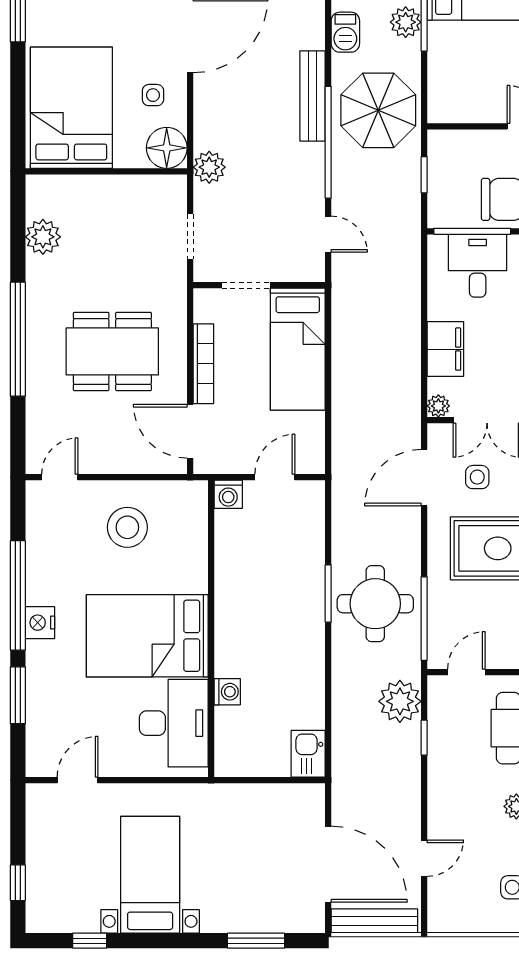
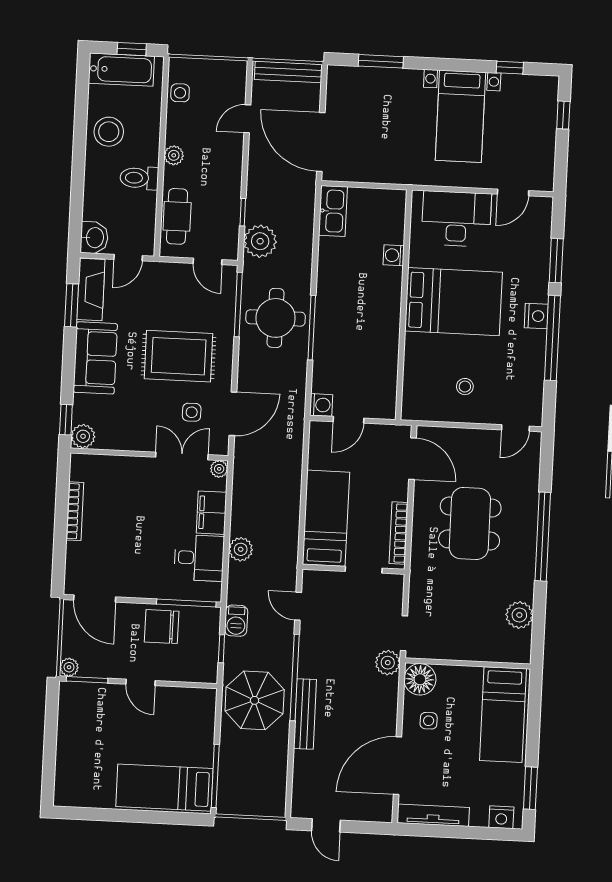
plant: (406, 22) -> (241, 549), moved
barbecue: (345, 32) -> (236, 621), moved, turned 180
bed: (71, 108) -> (503, 715), width x0.67
doorway: (190, 237) -> (404, 633), moved
desk: (478, 266) -> (199, 558), moved, turned -90
dining table: (112, 351) -> (470, 523), turned 90
bookcase: (203, 364) -> (399, 533), moved
washing machine: (228, 494) -> (321, 405), moved, turned 90
stool: (127, 527) -> (465, 387), width x0.53, depth x0.53
window: (328, 593) -> (312, 328), width x1.44
door: (466, 672) -> (208, 261), hinge flipped
desk: (174, 723) -> (456, 219), moved, turned 90
kitchen sink: (308, 754) -> (333, 211), width x1.38
door: (328, 864) -> (321, 142), moved

